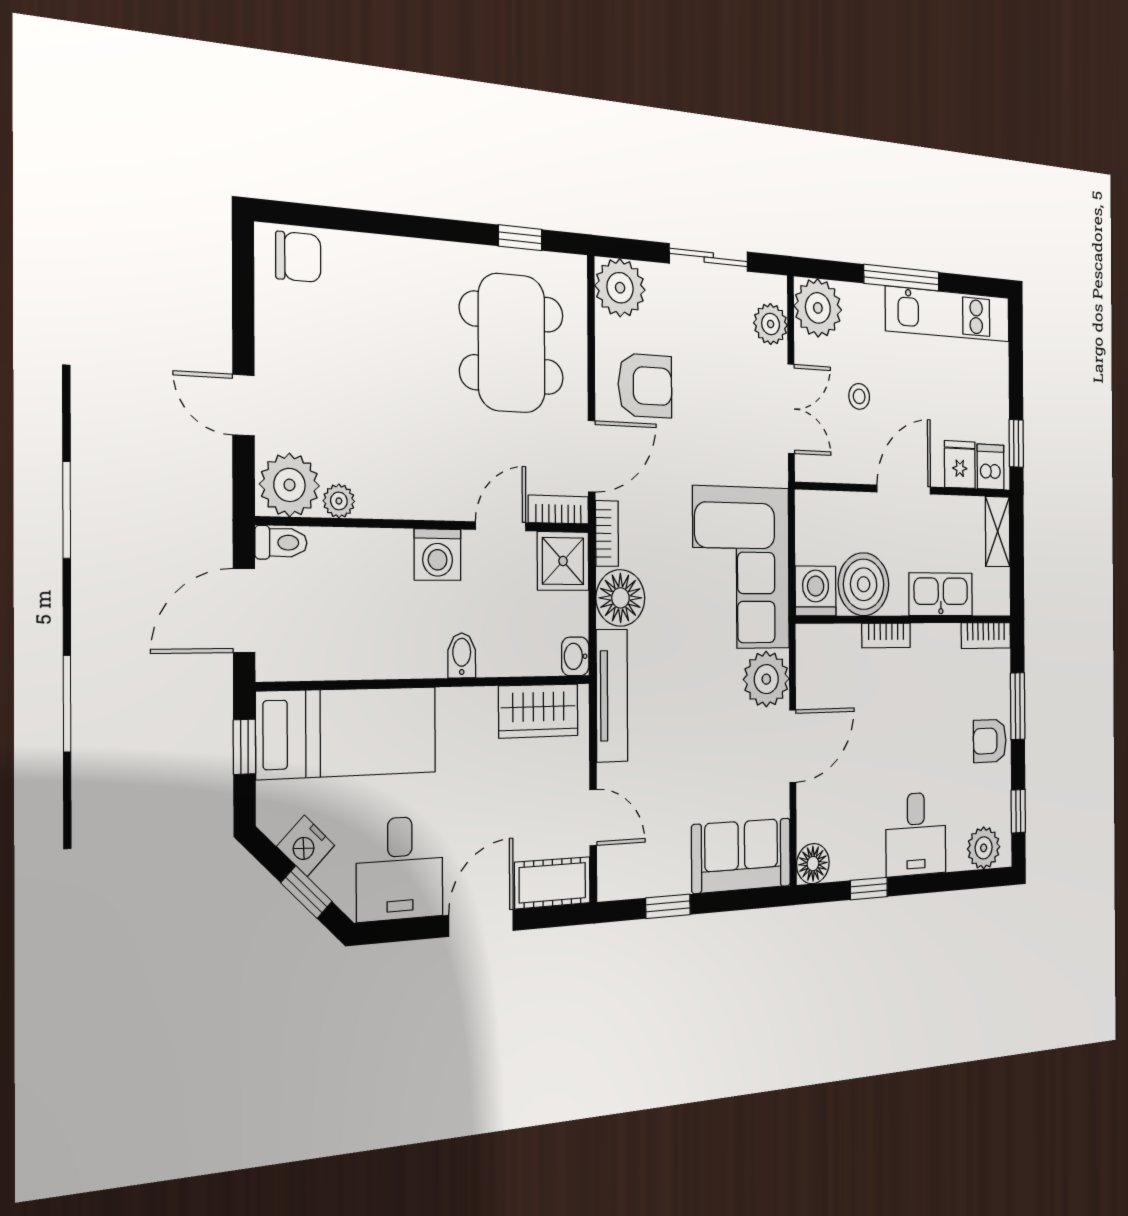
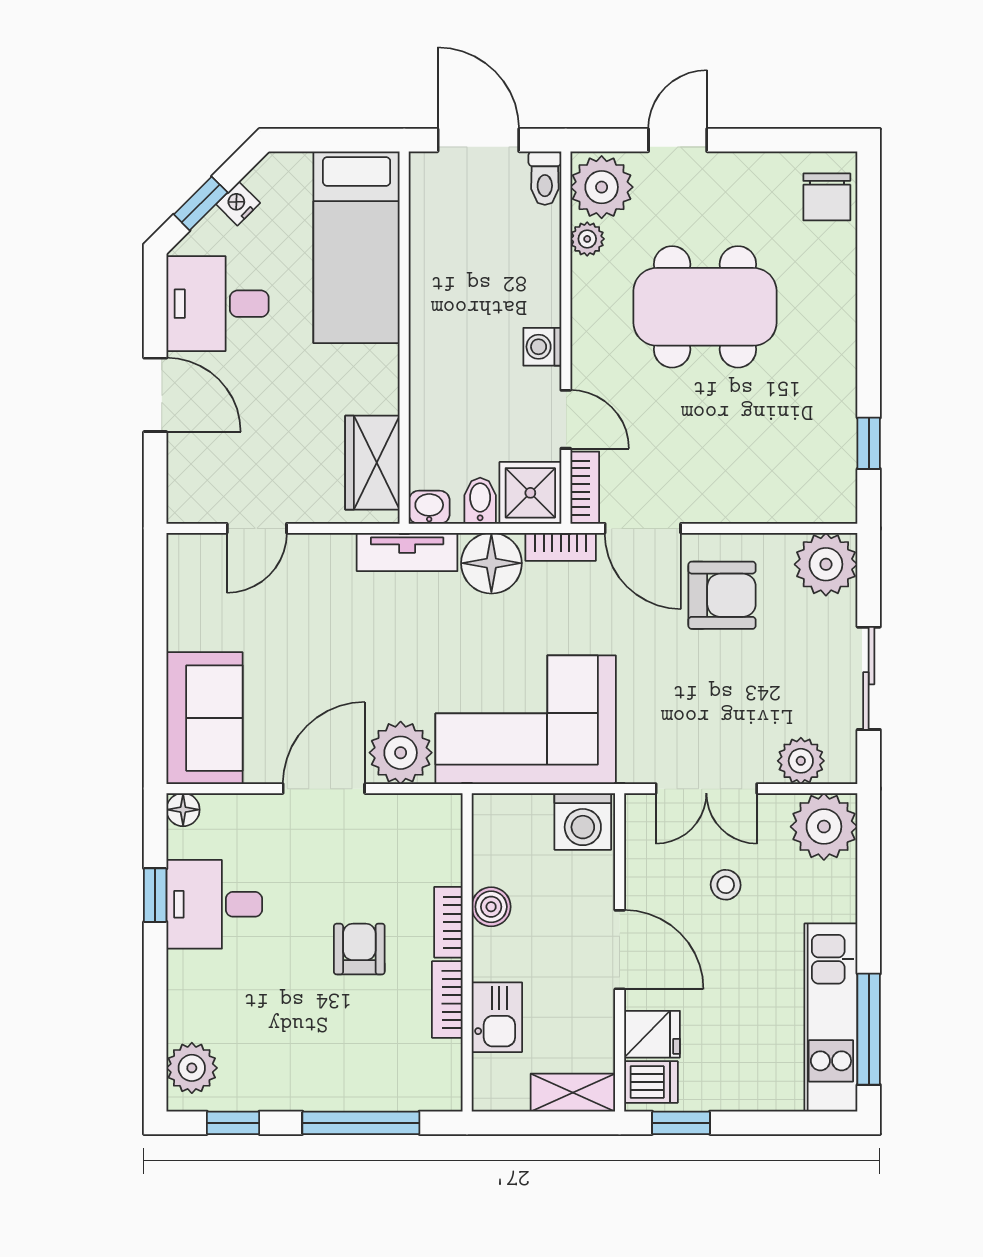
window: (902, 278) -> (869, 1029), moved
dining table: (512, 343) -> (705, 307), moved
armchair: (645, 386) -> (722, 595), turned -90
washing machine: (438, 555) -> (542, 347), width x0.73, depth x0.73
boiler: (864, 584) -> (491, 907), width x0.54, depth x0.54
washing machine: (816, 591) -> (583, 821), moved, turned 90
kitchen sink: (941, 594) -> (497, 1017), width x0.73
bookcase: (986, 636) -> (447, 1000), moved
bidet: (462, 655) -> (480, 501), moved, turned -90
tv unit: (612, 696) -> (407, 552), width x0.71
window: (1018, 706) -> (361, 1123), width x1.44
armchair: (990, 741) -> (359, 949), moved
door: (793, 746) -> (324, 789), swing flipped
window: (244, 747) -> (346, 140), removed
desk: (916, 834) -> (214, 904), moved
nightstand: (306, 846) -> (238, 204), width x0.72, depth x0.74
floor lamp: (813, 864) -> (183, 810), width x0.73, depth x0.73
cot: (553, 883) -> (191, 479), removed
window: (668, 906) -> (155, 622), removed

